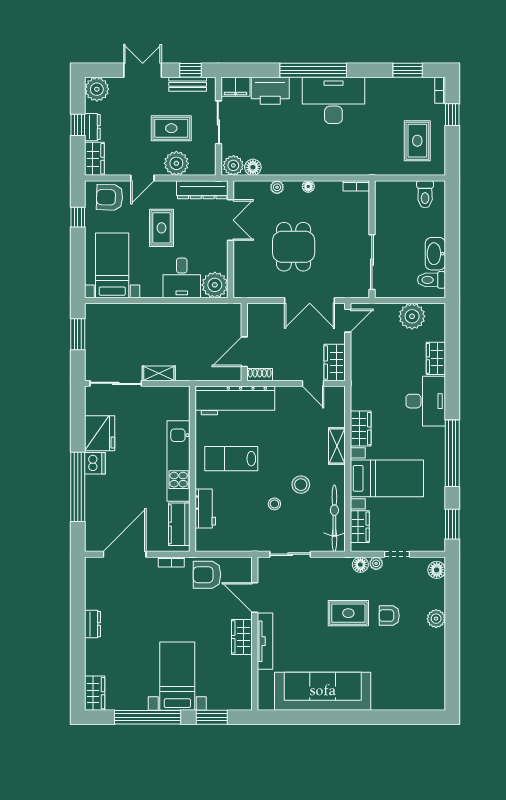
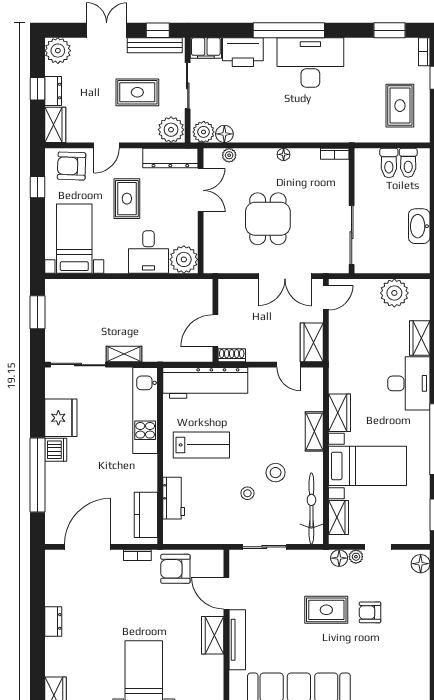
bench: (188, 84) -> (155, 45), width x1.36
plant: (176, 163) -> (171, 130), moved
plant: (277, 187) -> (229, 155), moved
toilet: (431, 280) -> (389, 163), moved, turned -90
lab bench: (231, 459) -> (201, 445), turned 180
kitchen unit: (179, 461) -> (145, 410), moved
plant: (436, 619) -> (420, 616), removed

